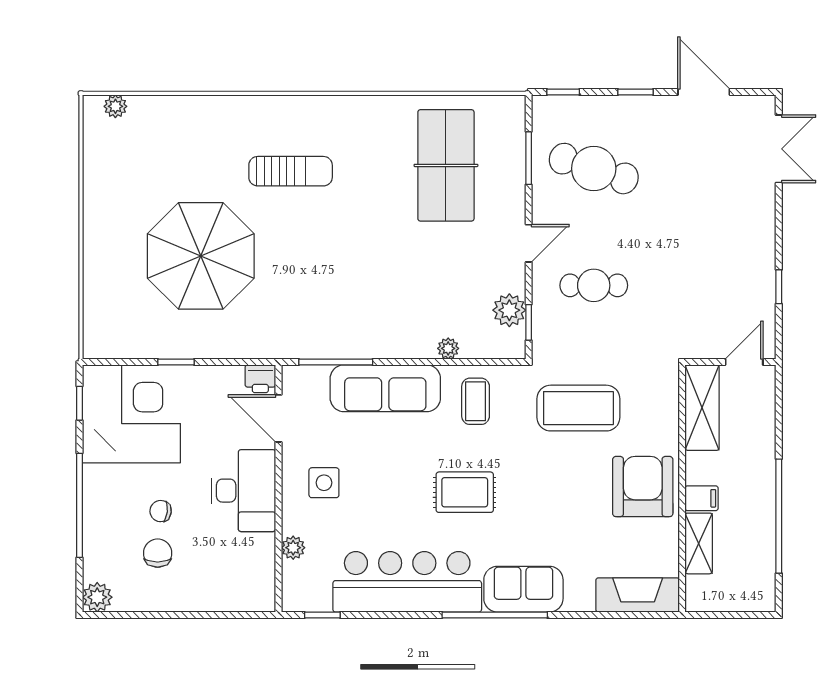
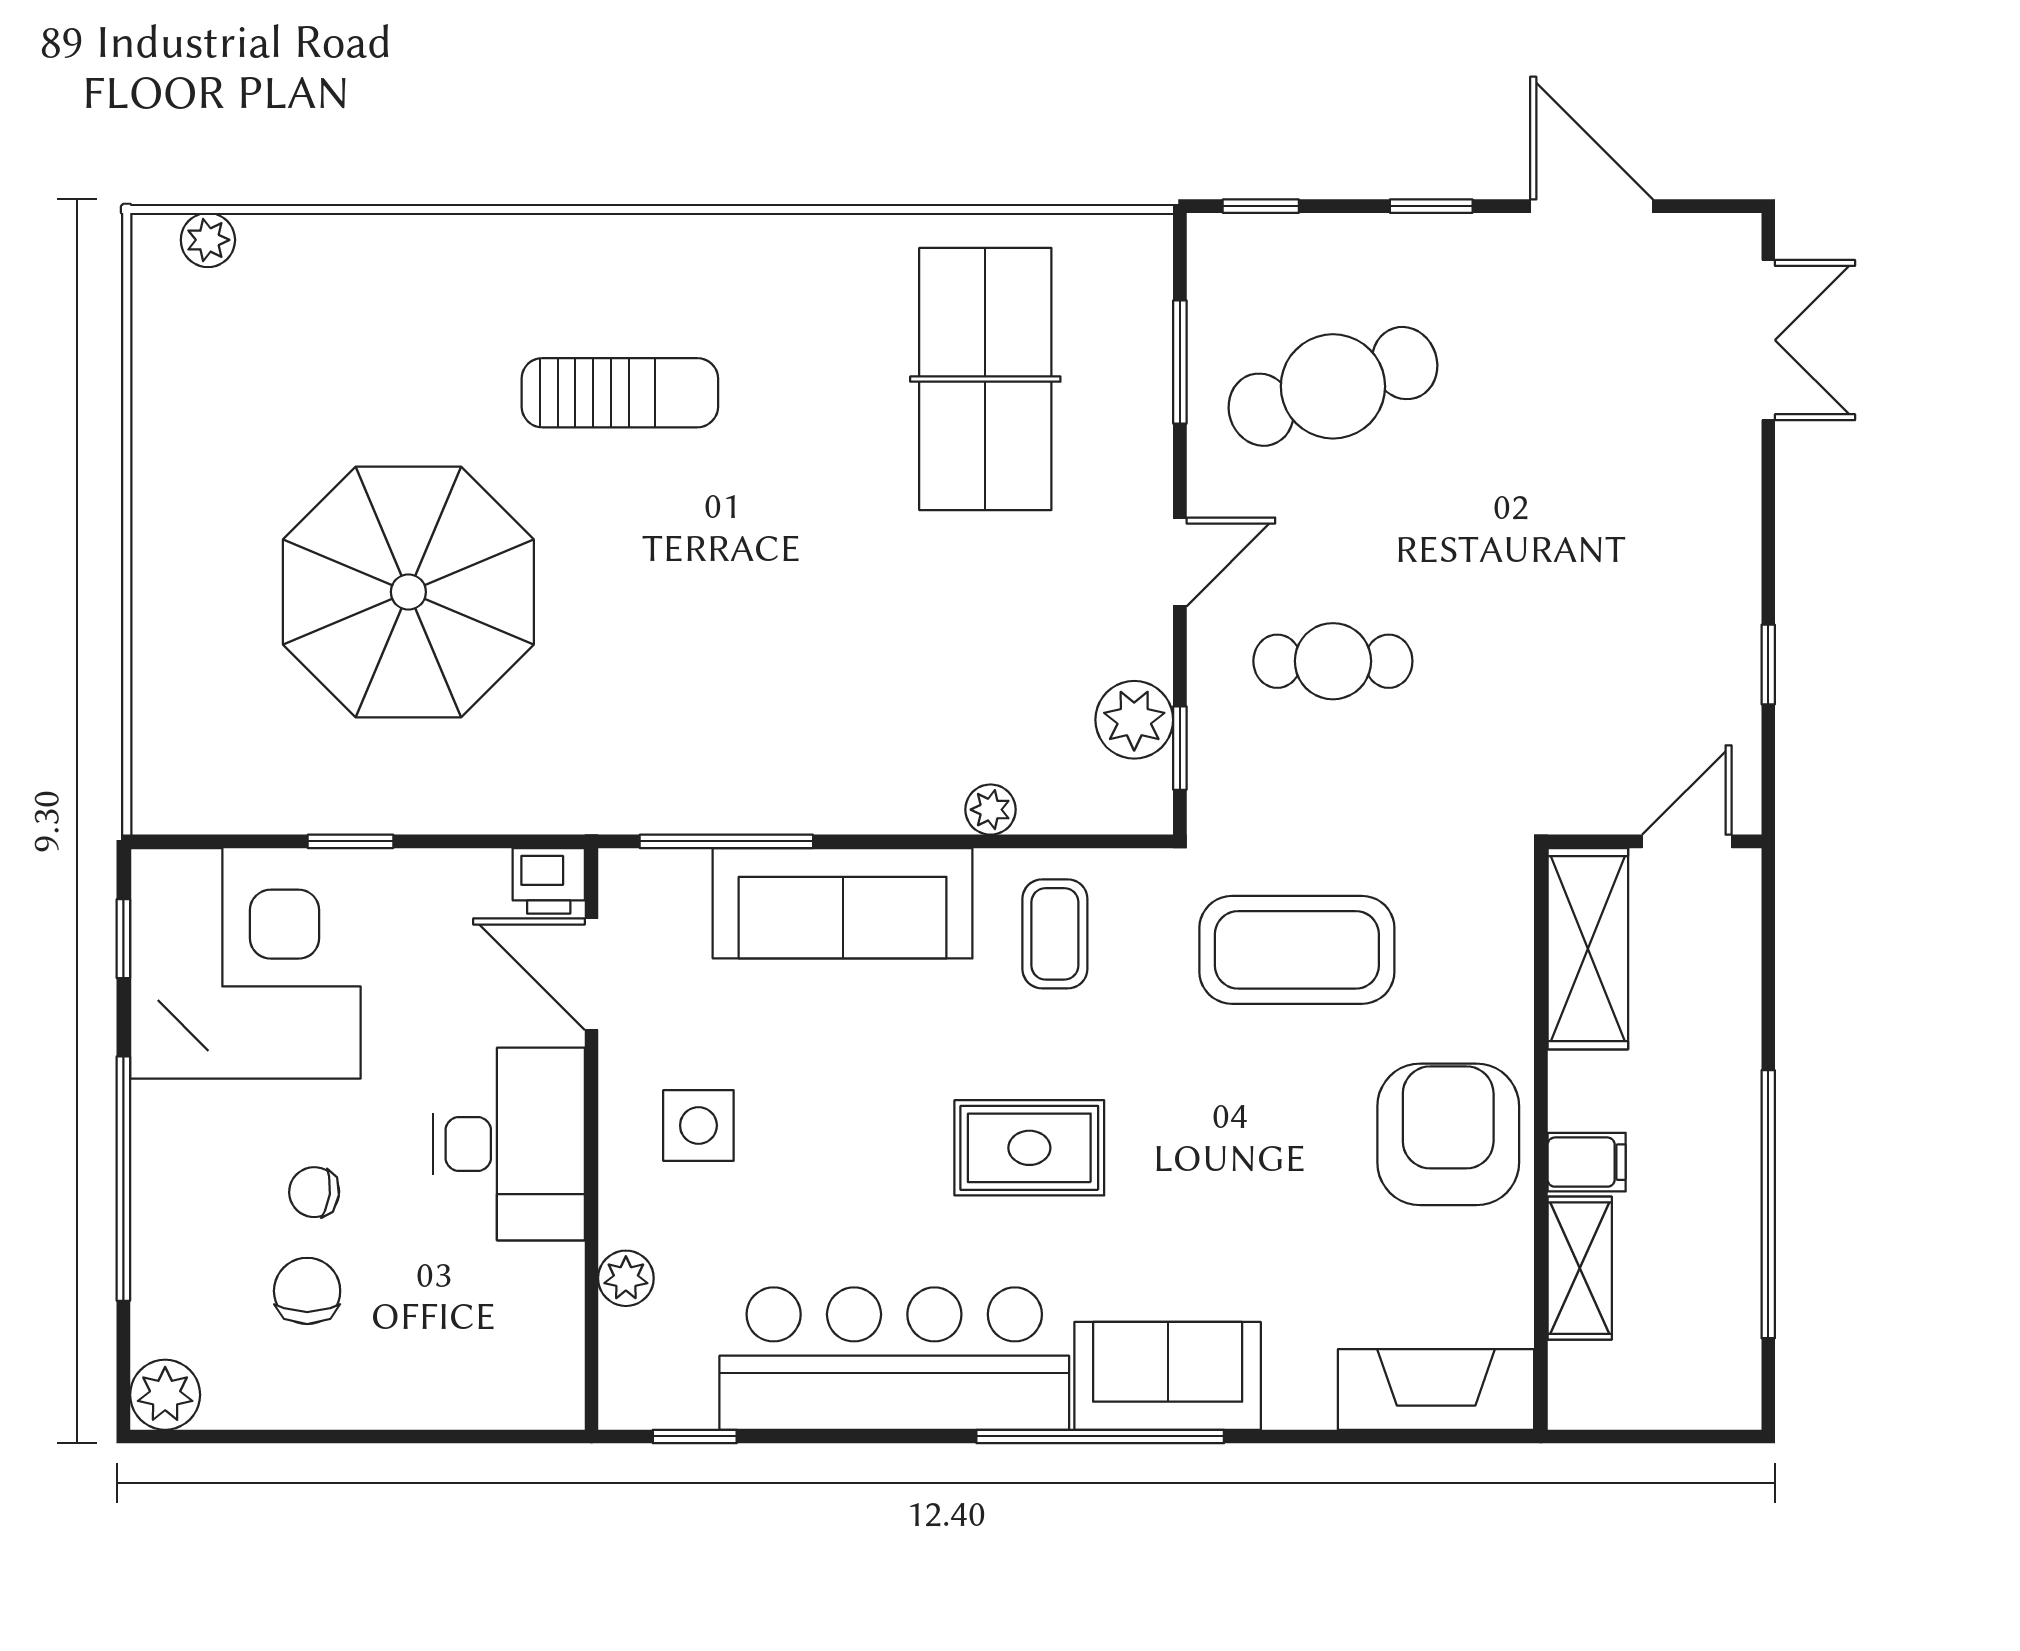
cafe table: (594, 169) -> (1333, 386), turned -36

